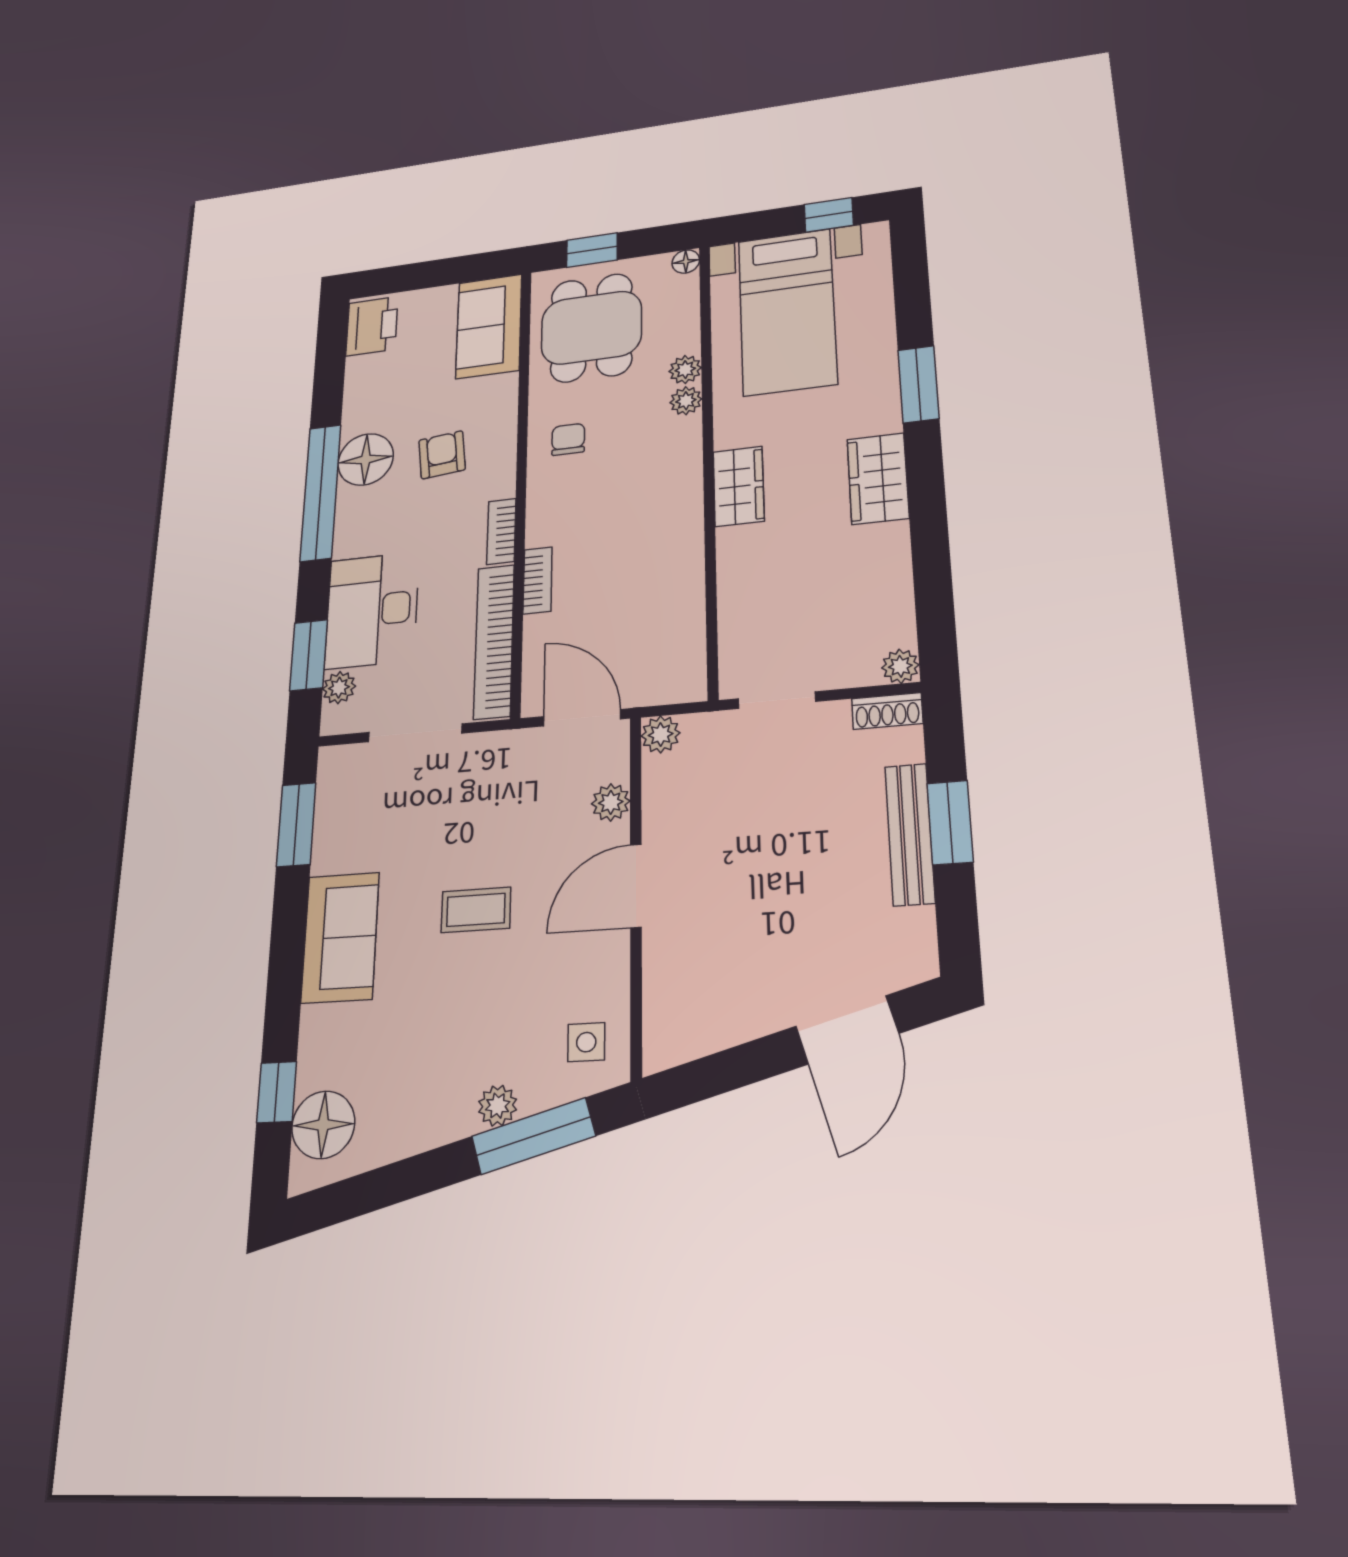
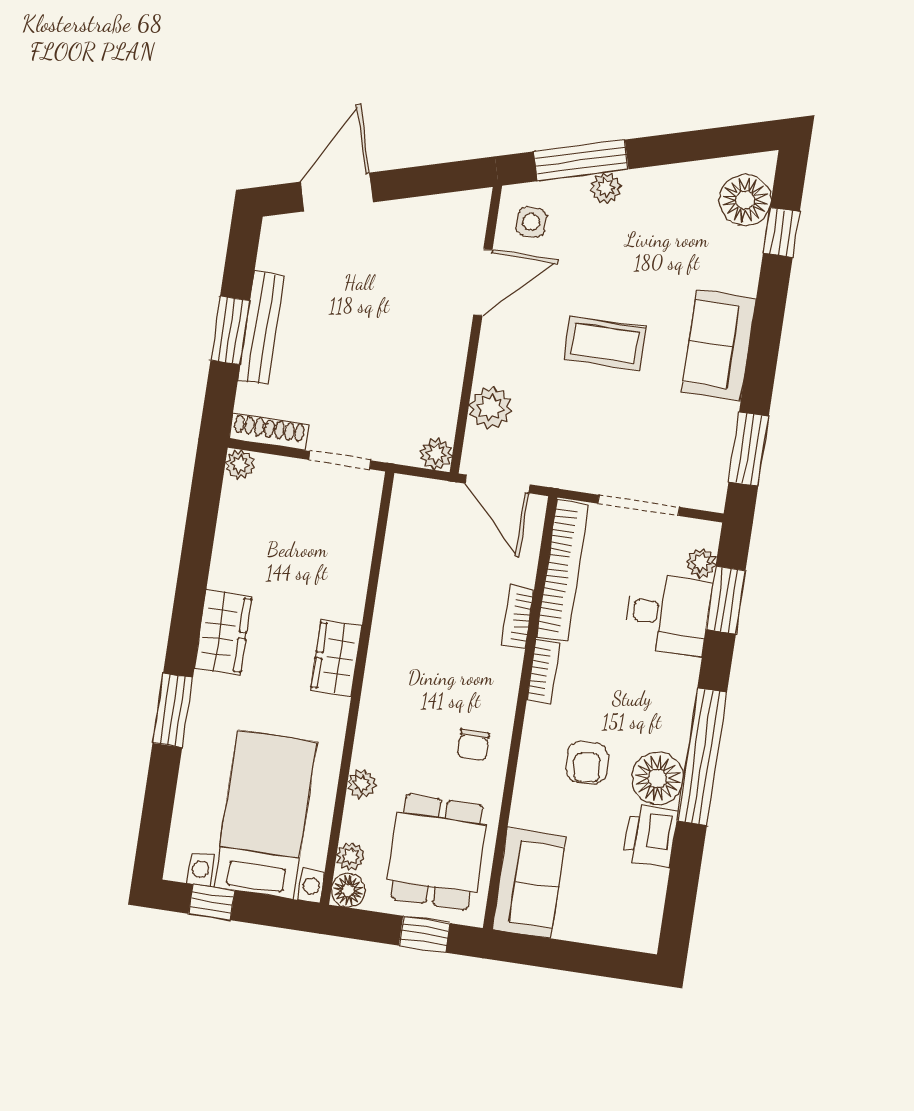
floor lamp: (686, 262) -> (348, 891), width x1.37, depth x1.37
printer: (372, 326) -> (651, 836), moved
plant: (686, 401) -> (350, 856), moved
desk: (372, 610) -> (667, 614), width x0.73
shoe rack: (887, 711) -> (269, 432), width x1.43
plant: (611, 802) -> (490, 408), width x1.38, depth x1.38
door: (636, 886) -> (483, 282), moved
coffee table: (476, 910) -> (605, 343), width x1.36, depth x1.30

